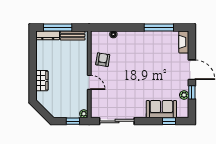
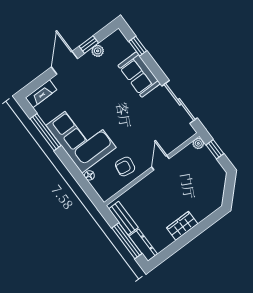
corner sofa: (140, 47) -> (81, 136), added
wardrobe: (42, 81) -> (182, 226), moved
sofa: (161, 109) -> (139, 75), moved

